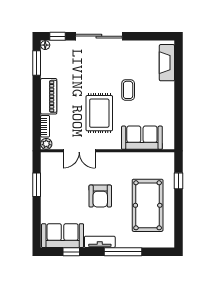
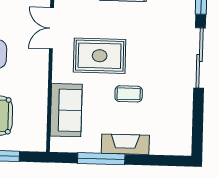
fireplace: (167, 63) -> (125, 144), moved
window: (179, 110) -> (101, 159), added

